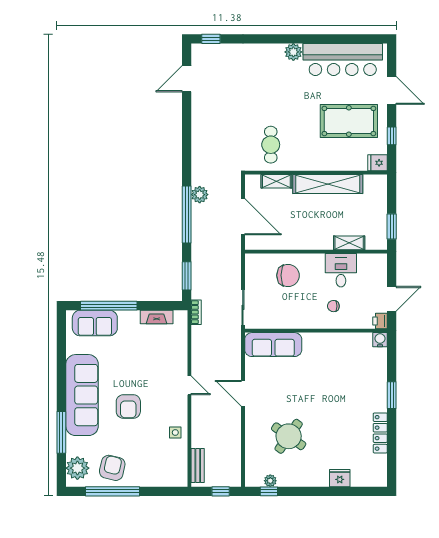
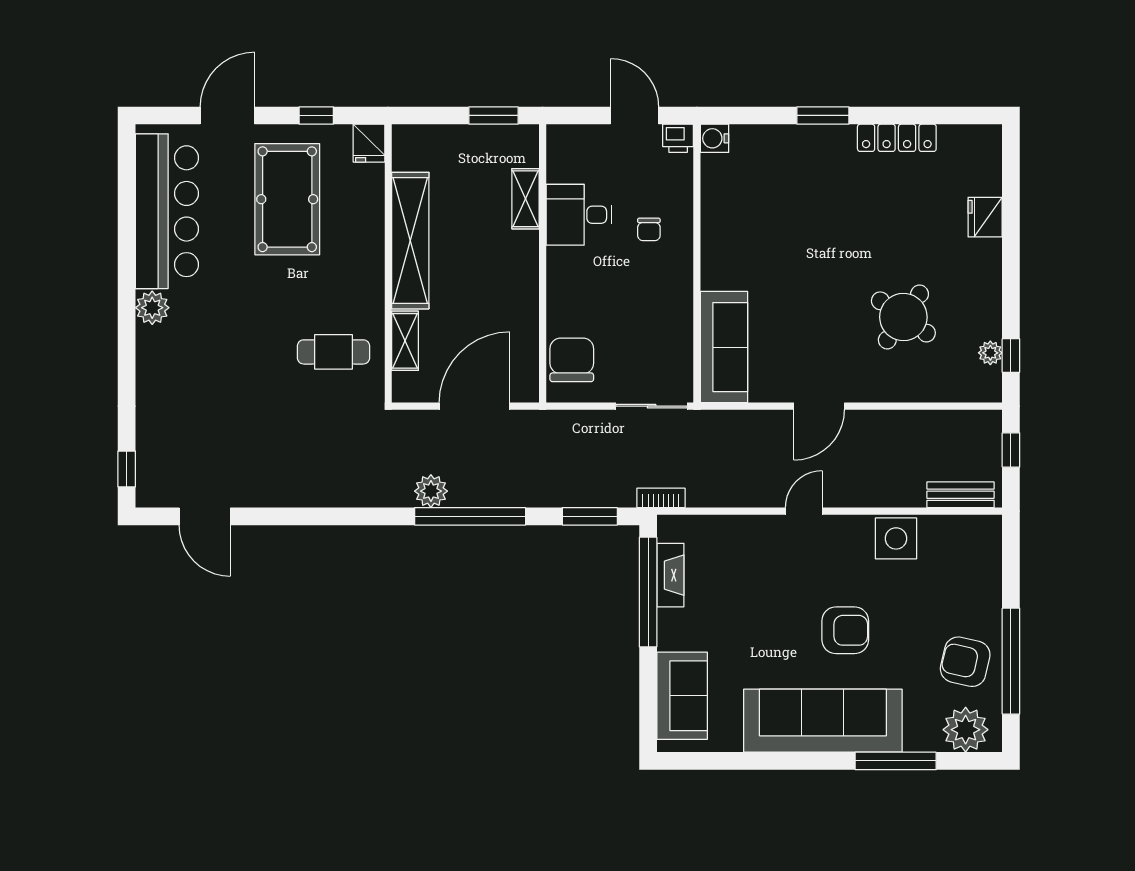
chair: (288, 275) -> (572, 360), moved
window: (109, 306) -> (648, 592), moved
side table: (175, 432) -> (896, 538), width x1.87, depth x1.87

